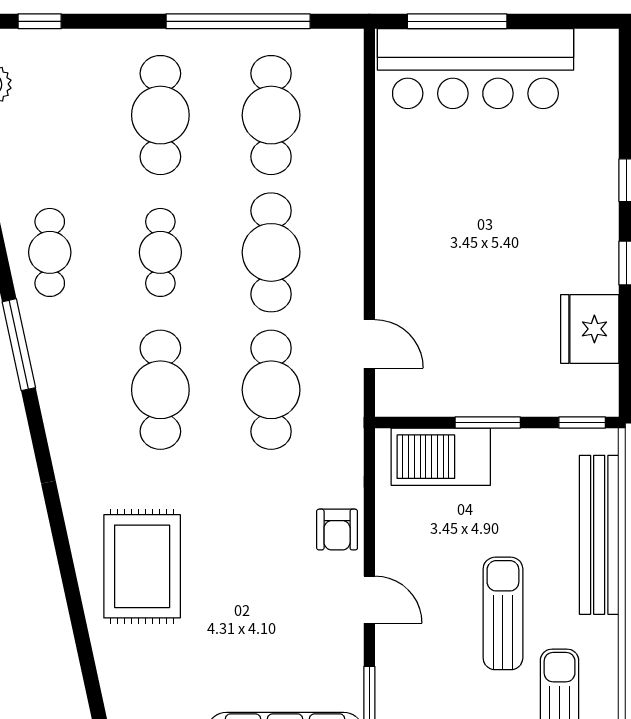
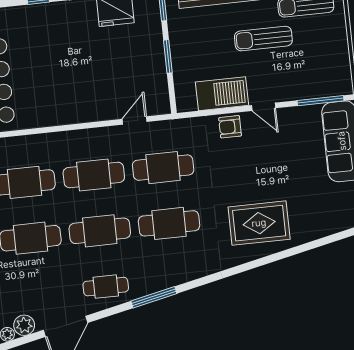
cafe table: (160, 252) -> (100, 231), width x1.37, depth x1.35
barbecue: (441, 457) -> (222, 94), moved, turned -90
armchair: (337, 530) -> (230, 127), turned 180
door: (369, 600) -> (264, 107), swing flipped

